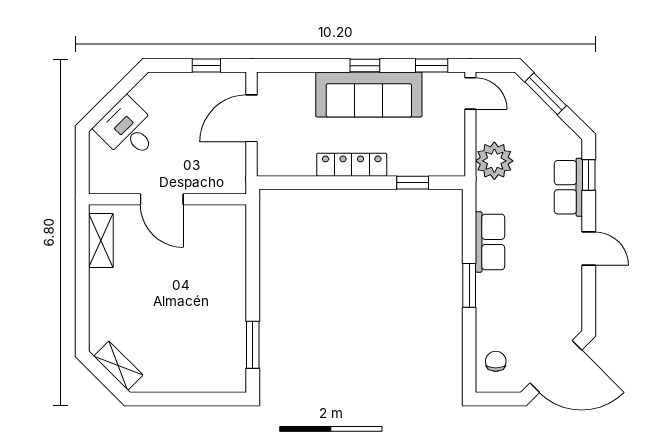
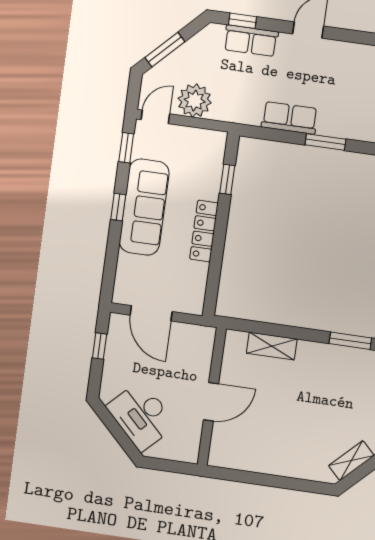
desk: (128, 130) -> (141, 416), width x1.37
plant: (494, 161) -> (195, 101), moved
shelving: (101, 240) -> (272, 346), moved

